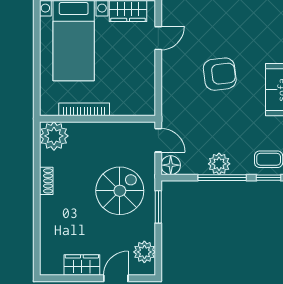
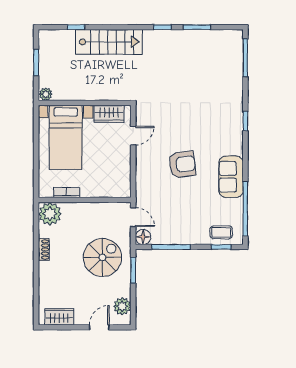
bookcase: (84, 109) -> (67, 193), width x0.64
plant: (219, 164) -> (182, 236), removed
window: (222, 178) -> (171, 247), moved
wardrobe: (82, 265) -> (59, 317), moved

